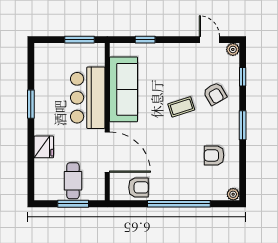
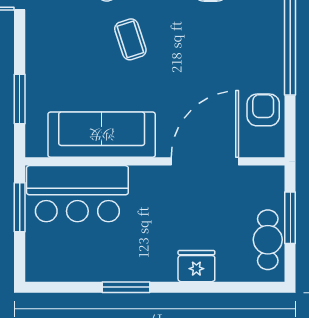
window: (145, 40) -> (20, 99), width x1.50
bar counter: (88, 98) -> (77, 194), moved
cafe table: (73, 181) -> (268, 240), moved, turned 90

